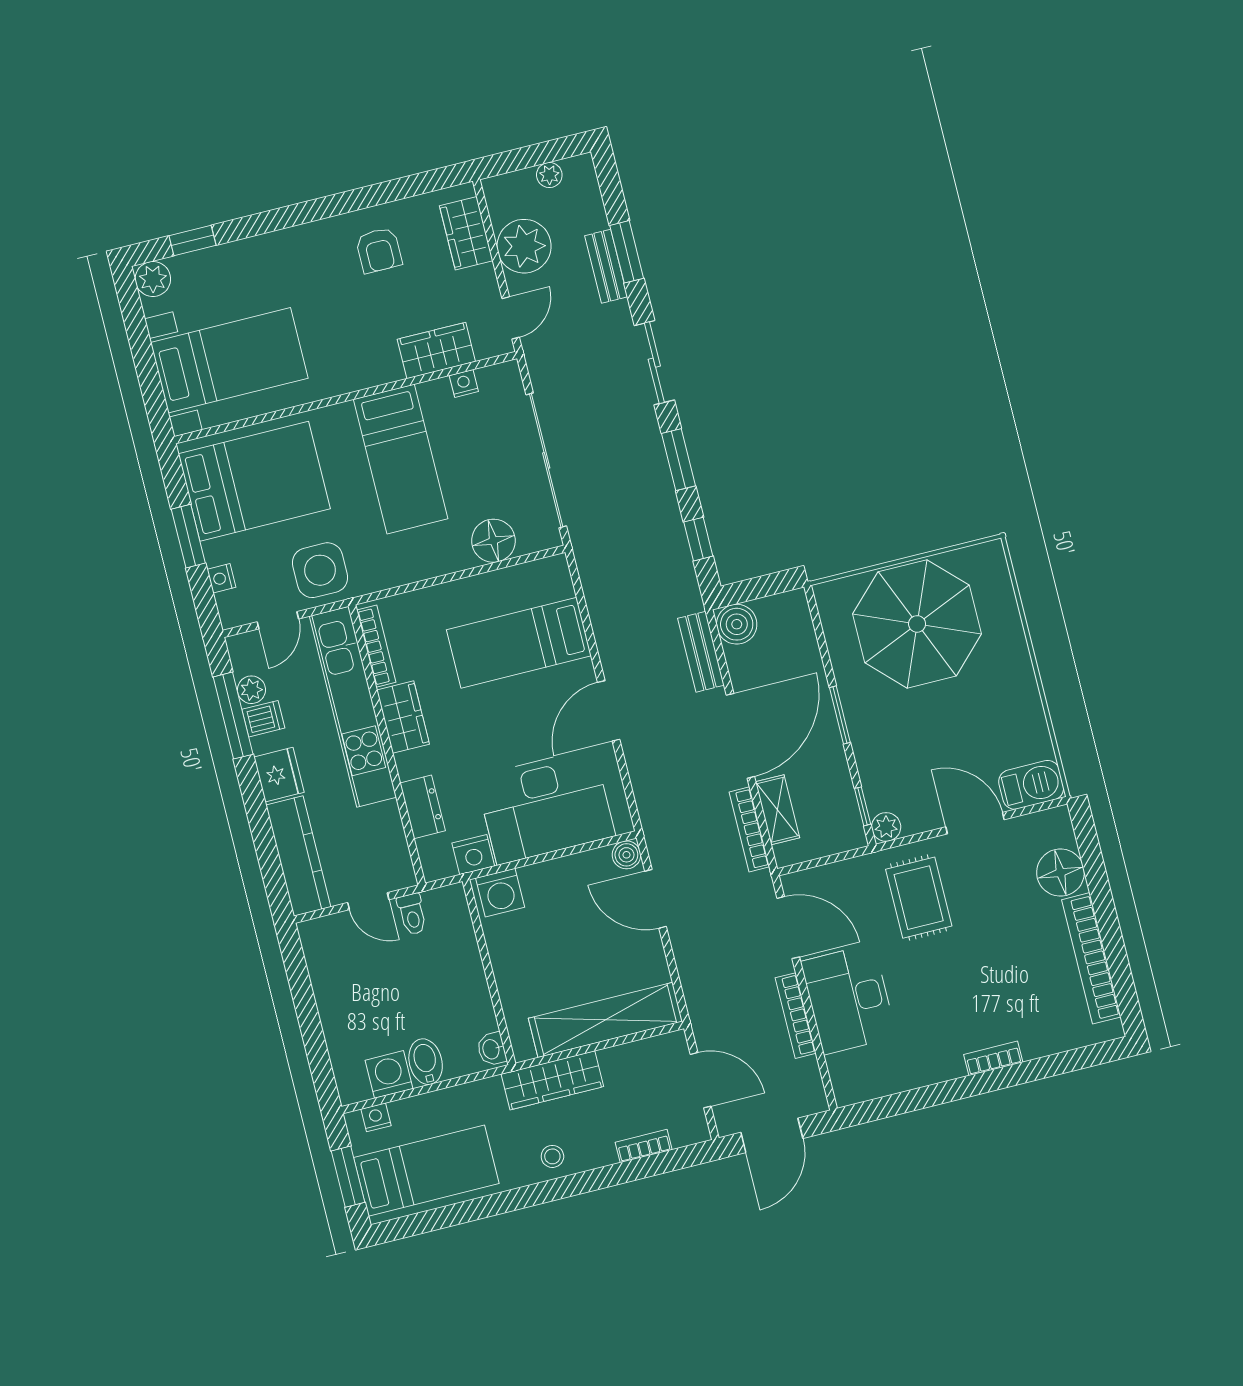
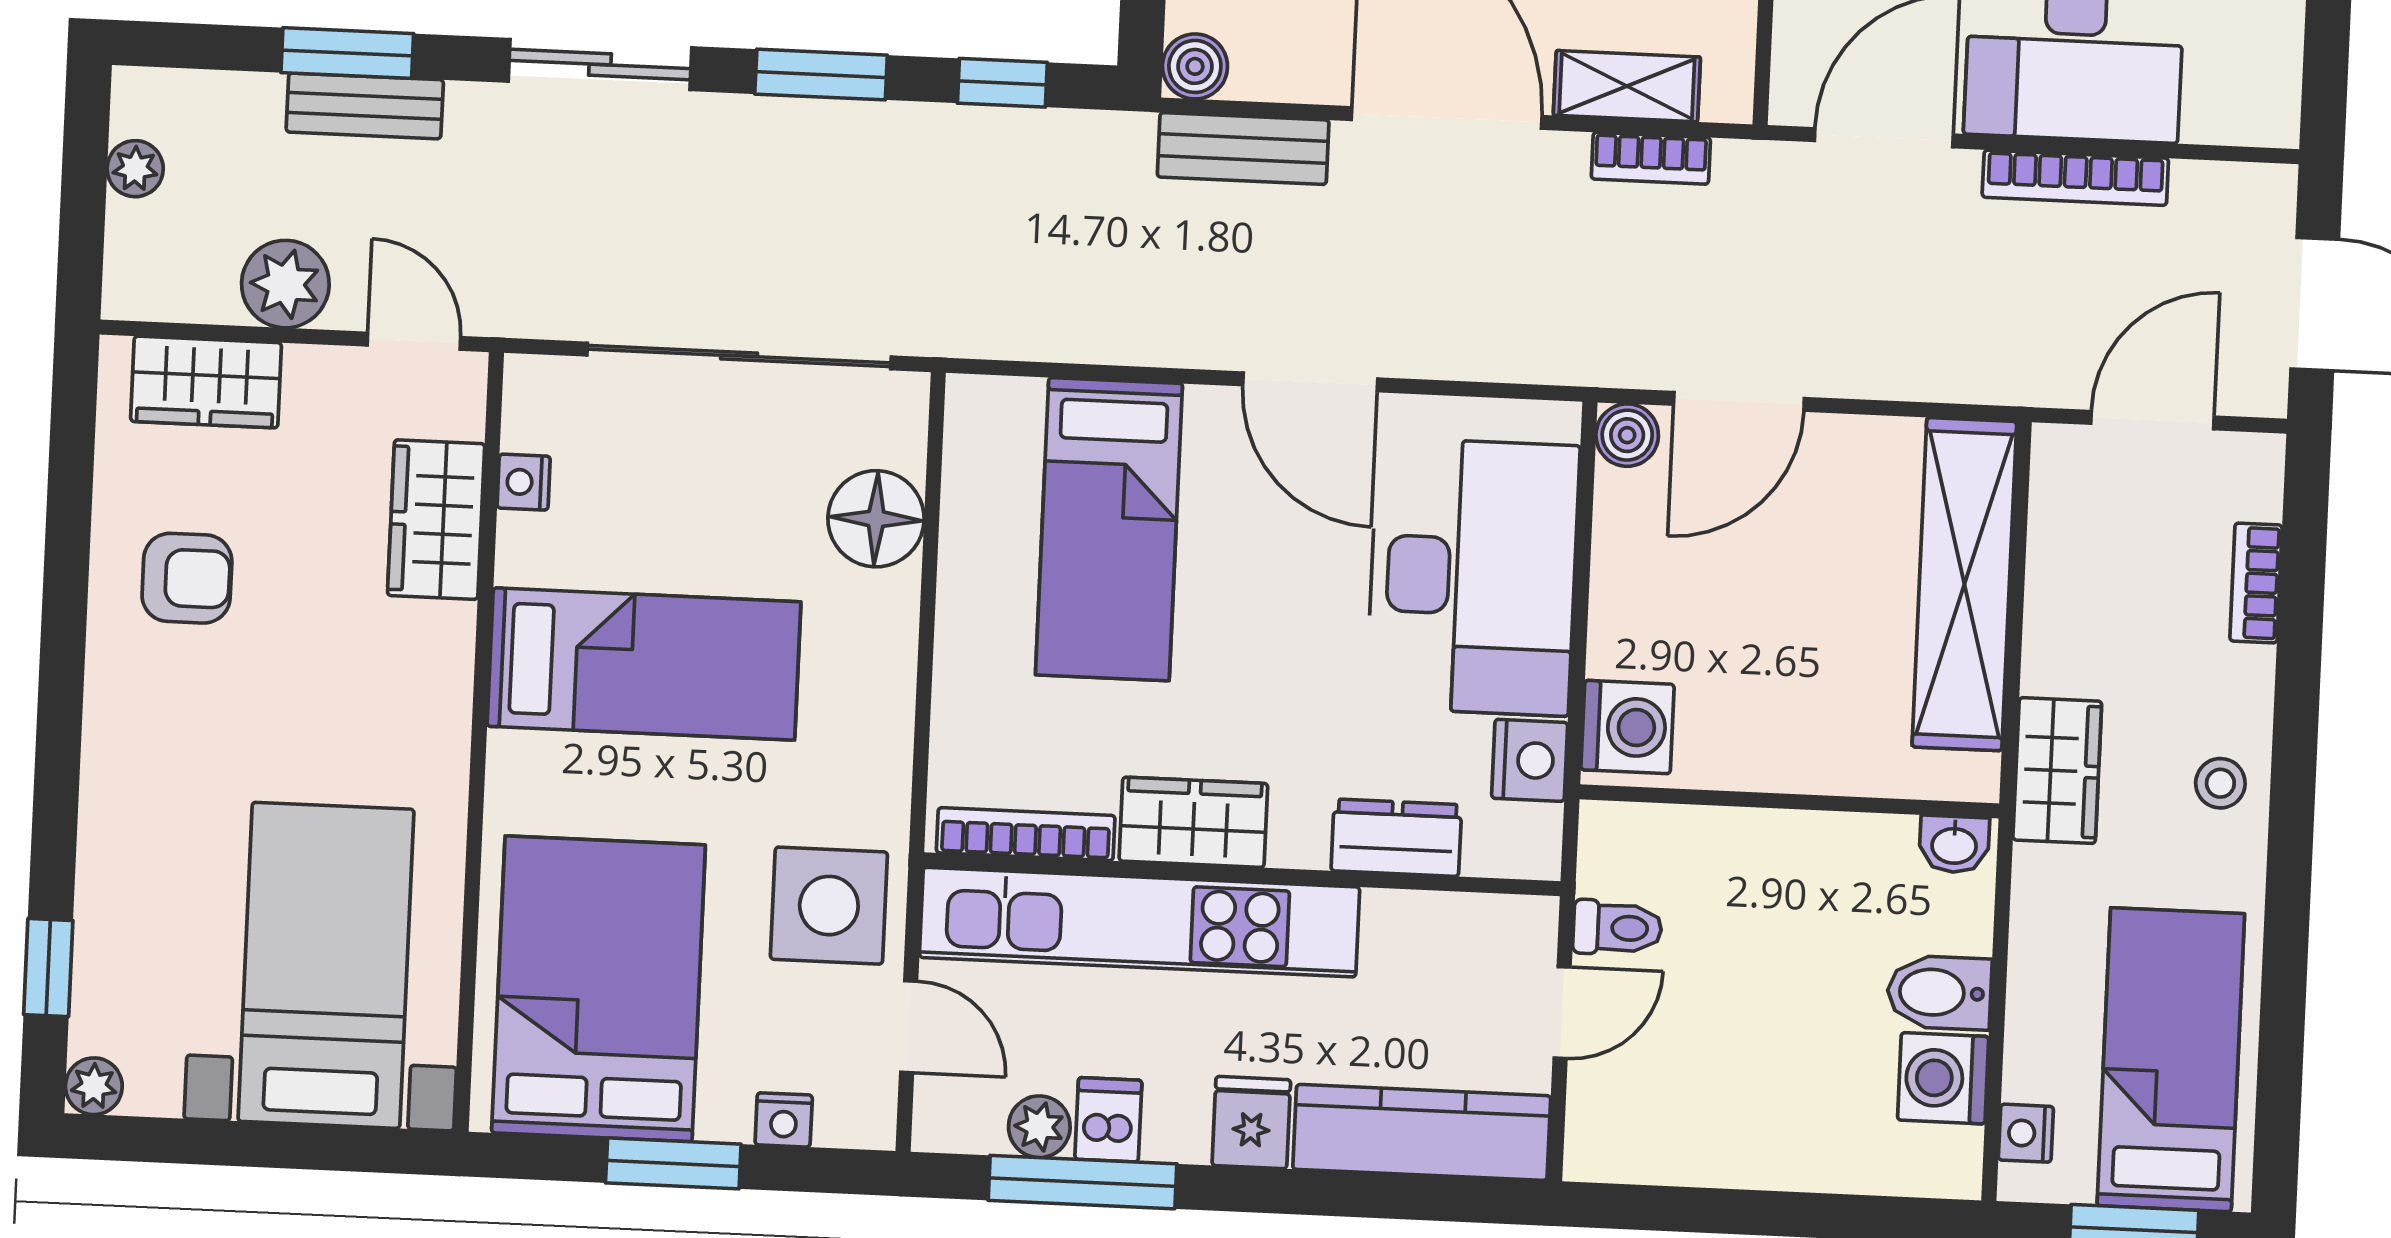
plant: (524, 246) -> (285, 284), width x0.73, depth x0.73
plant: (153, 279) -> (94, 1086), width x0.73, depth x0.73
boiler: (737, 624) -> (1195, 66), width x0.73, depth x0.73
fridge: (279, 775) -> (1251, 1123), width x0.72
bookcase: (749, 829) -> (1651, 158), width x0.64
wardrobe: (552, 1080) -> (2057, 771), width x0.67

